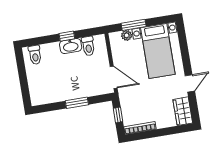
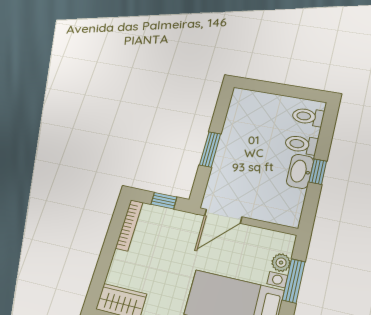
toilet: (88, 46) -> (301, 144), moved

